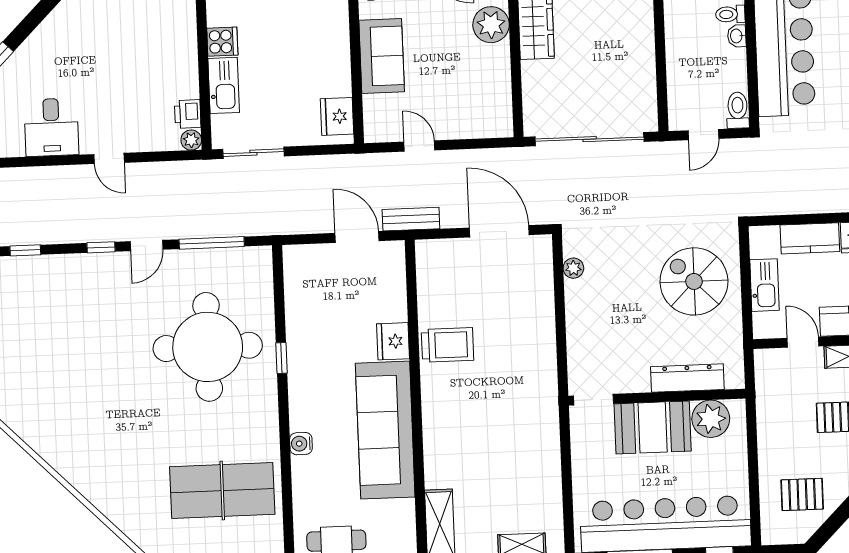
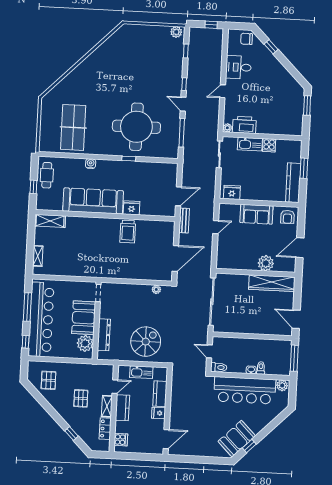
printer: (188, 114) -> (244, 125), width x1.87, depth x1.48

